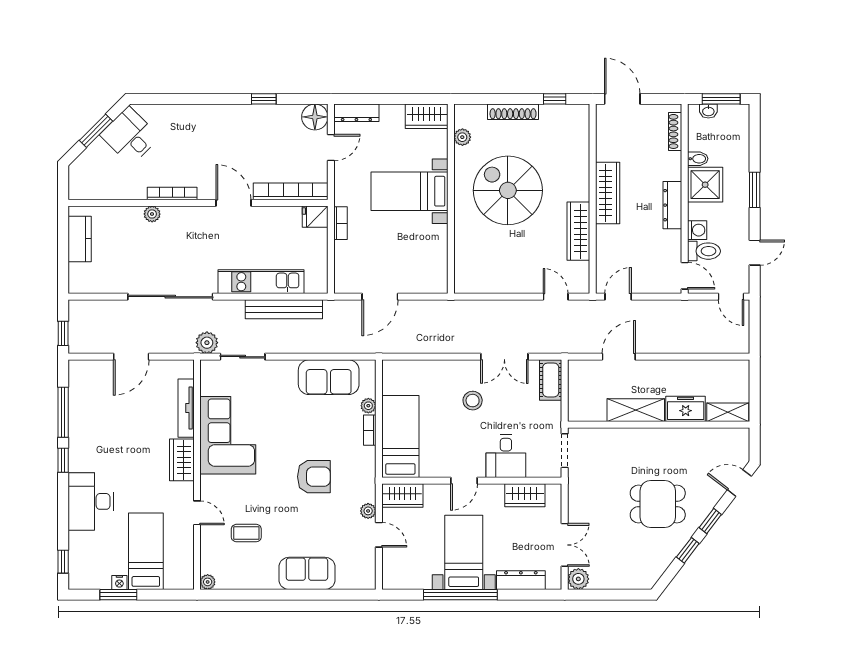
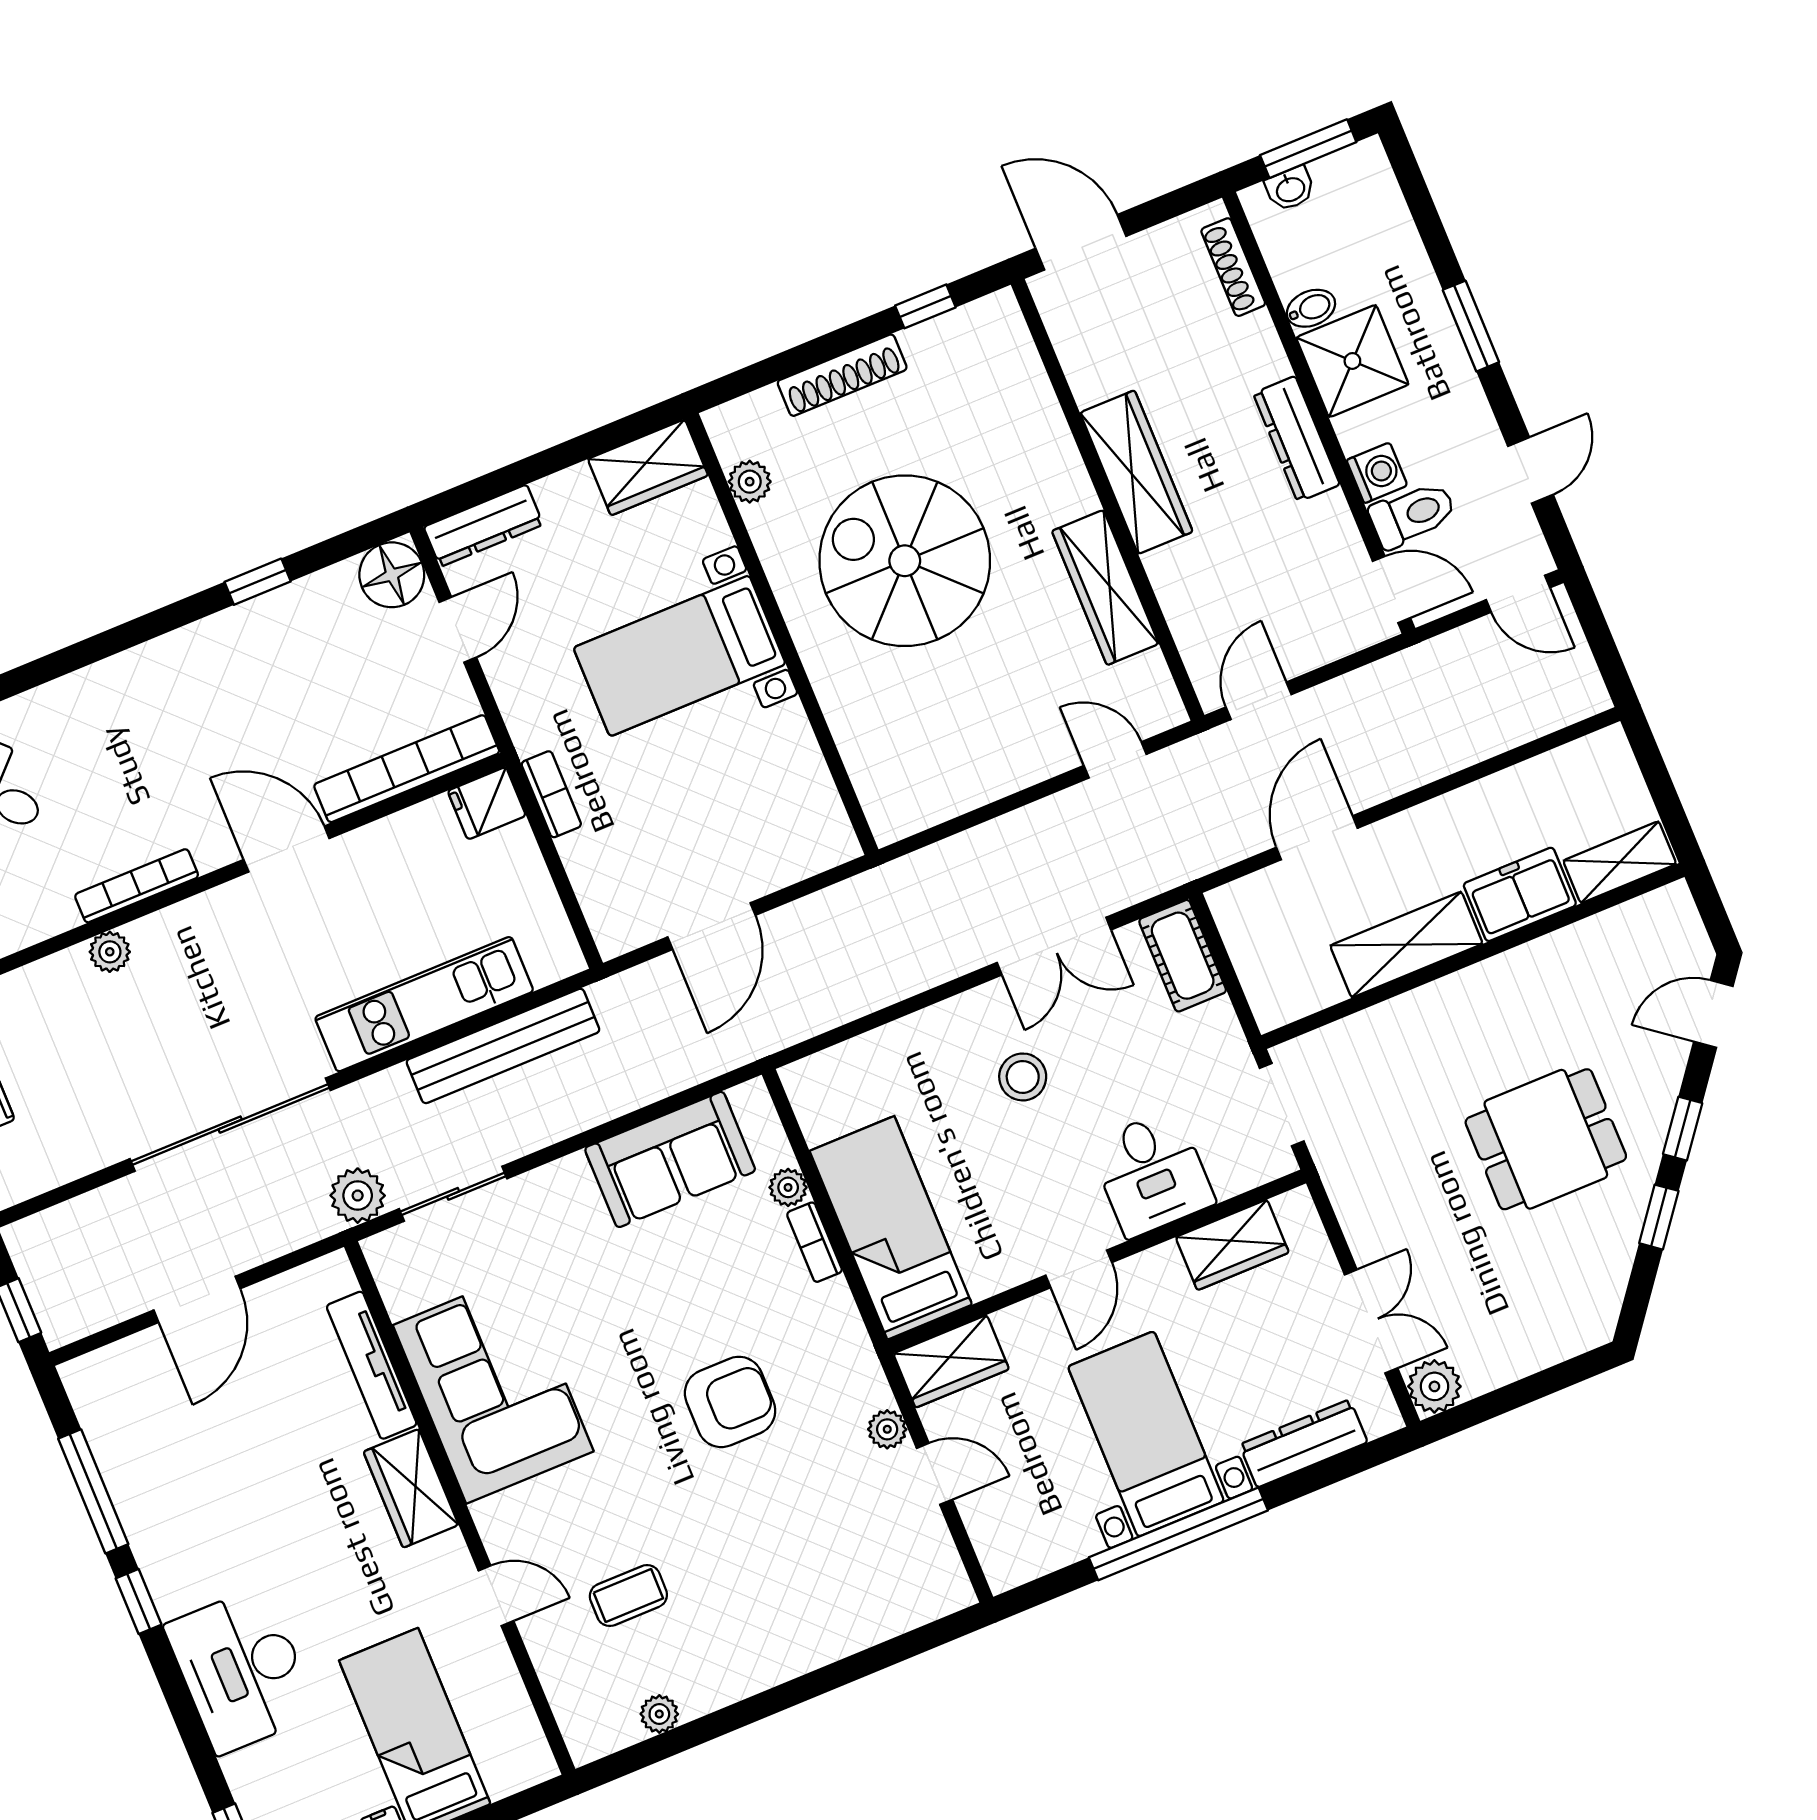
sofa: (307, 573) -> (806, 1631), removed
plant: (208, 582) -> (659, 1714), moved

